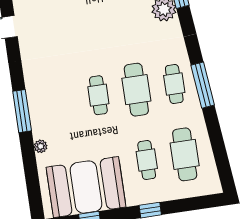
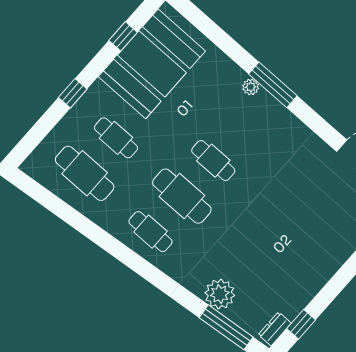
window: (203, 85) -> (123, 253), removed
plant: (41, 146) -> (251, 87), moved

